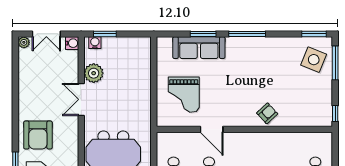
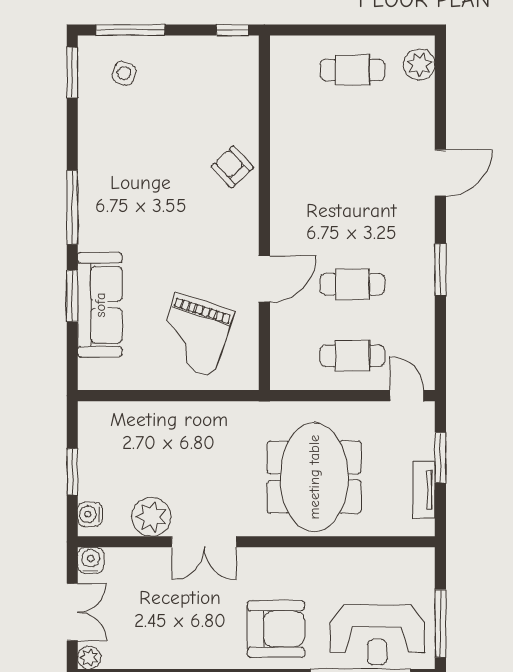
window: (105, 34) -> (72, 472), moved
side table: (314, 60) -> (124, 73), width x0.54, depth x0.54
grand piano: (184, 95) -> (194, 335), turned 108

